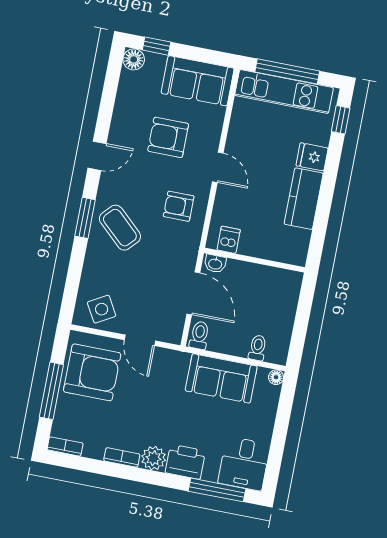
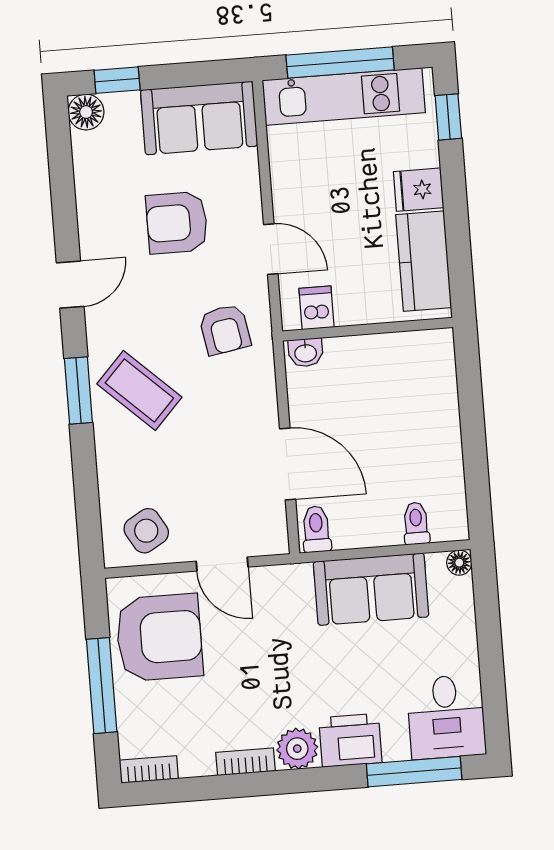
armchair: (179, 206) -> (225, 330), turned -100
dishwasher: (229, 240) -> (317, 308), moved
wall: (254, 260) -> (368, 329), moved
washbasin: (215, 264) -> (306, 352), moved

